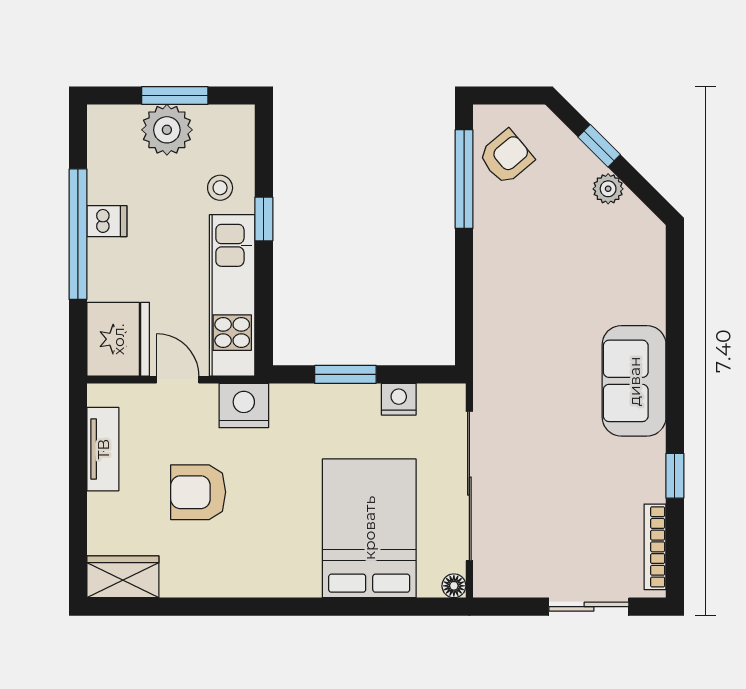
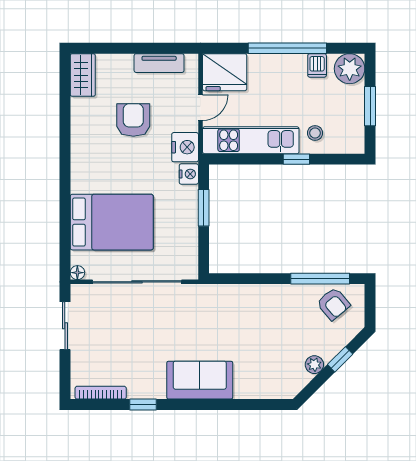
plant: (167, 130) -> (350, 69), moved
dishwasher: (107, 221) -> (317, 65), moved
nightstand: (399, 399) -> (189, 174), moved
sliding door: (589, 607) -> (65, 326), moved

